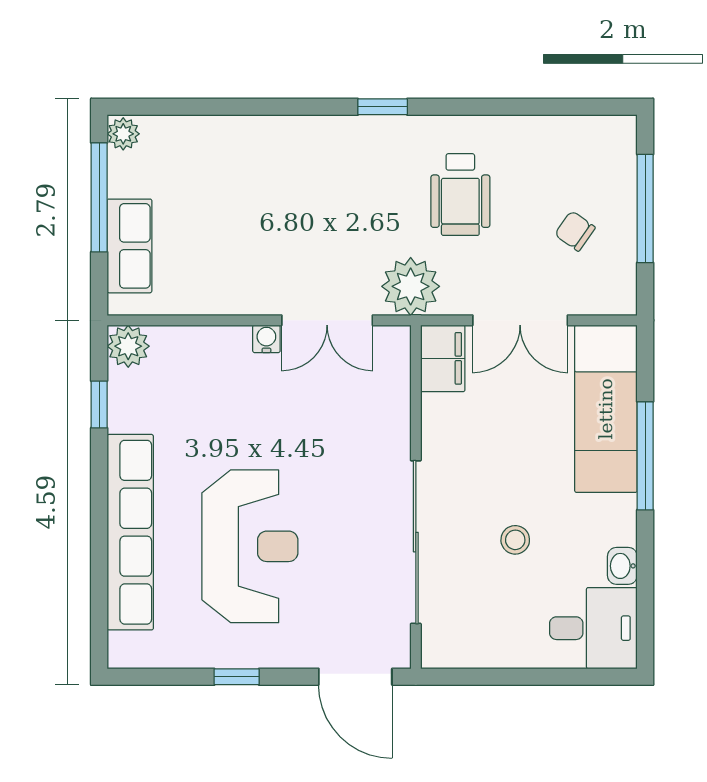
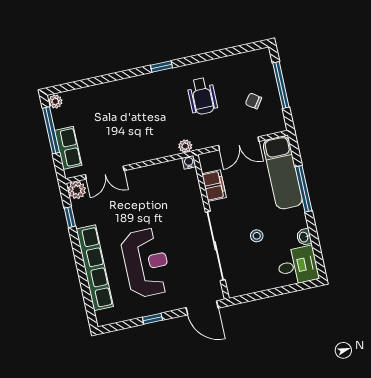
plant: (411, 286) -> (185, 146), width x0.53, depth x0.53
double door: (327, 320) -> (105, 173), moved
water cooler: (266, 339) -> (189, 162), moved
filing cabinet: (443, 358) -> (214, 186), moved

